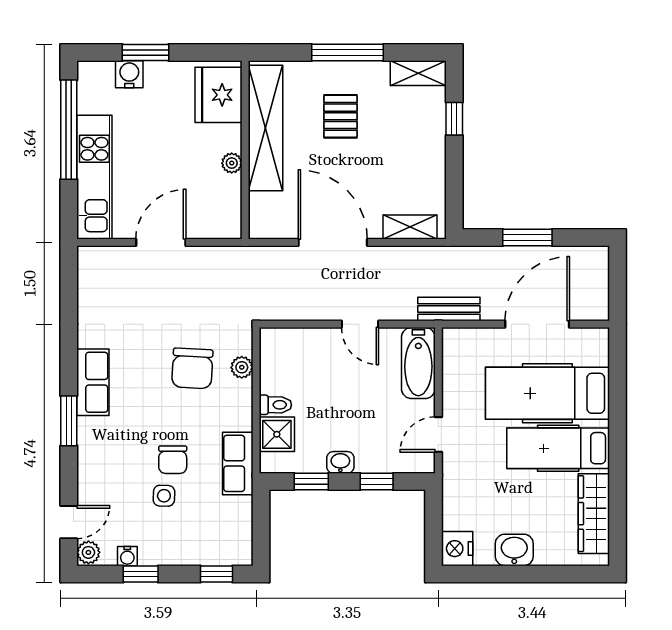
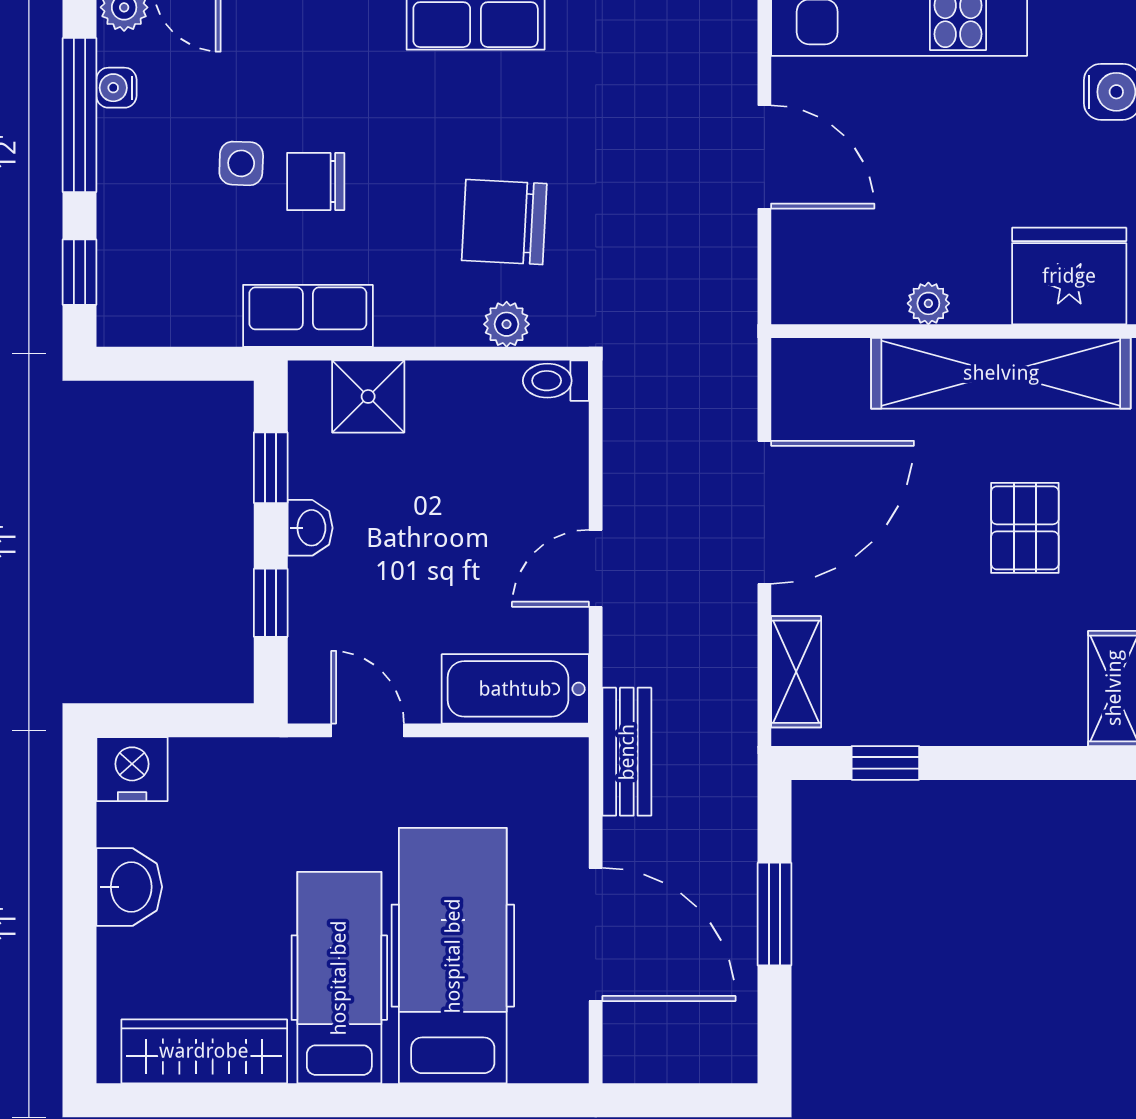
pallet: (340, 116) -> (1025, 528), turned 90
window: (454, 119) -> (885, 763), moved
toilet: (275, 405) -> (556, 381), moved, turned 90
window: (141, 574) -> (80, 115), width x2.17

